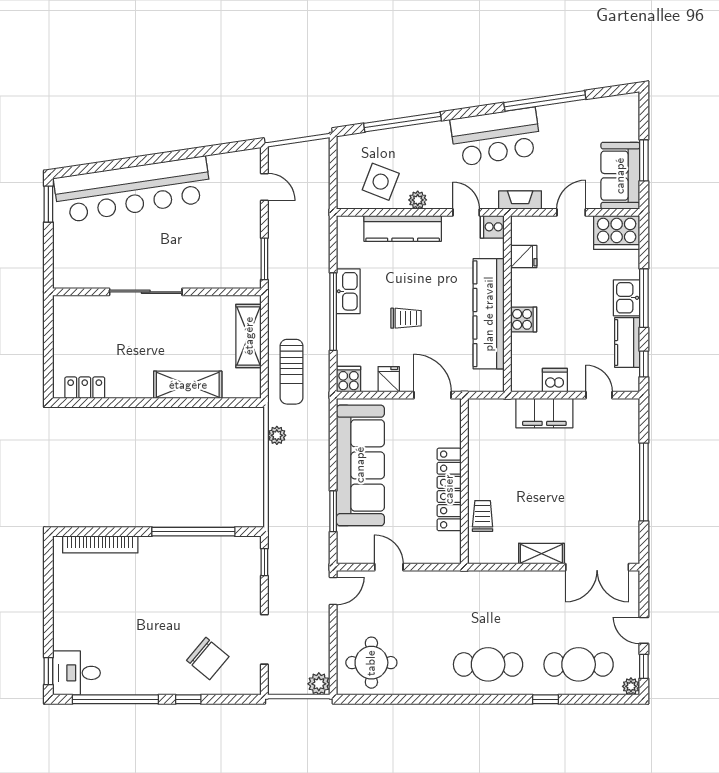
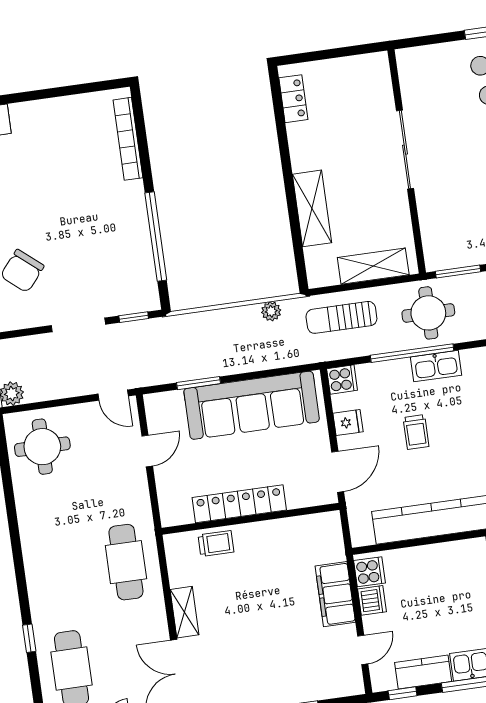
round table: (299, 291) -> (428, 313), added
cooker: (524, 319) -> (369, 572), moved, turned -90
doorway: (264, 639) -> (78, 325), moved
cafe table: (488, 664) -> (126, 562), moved

